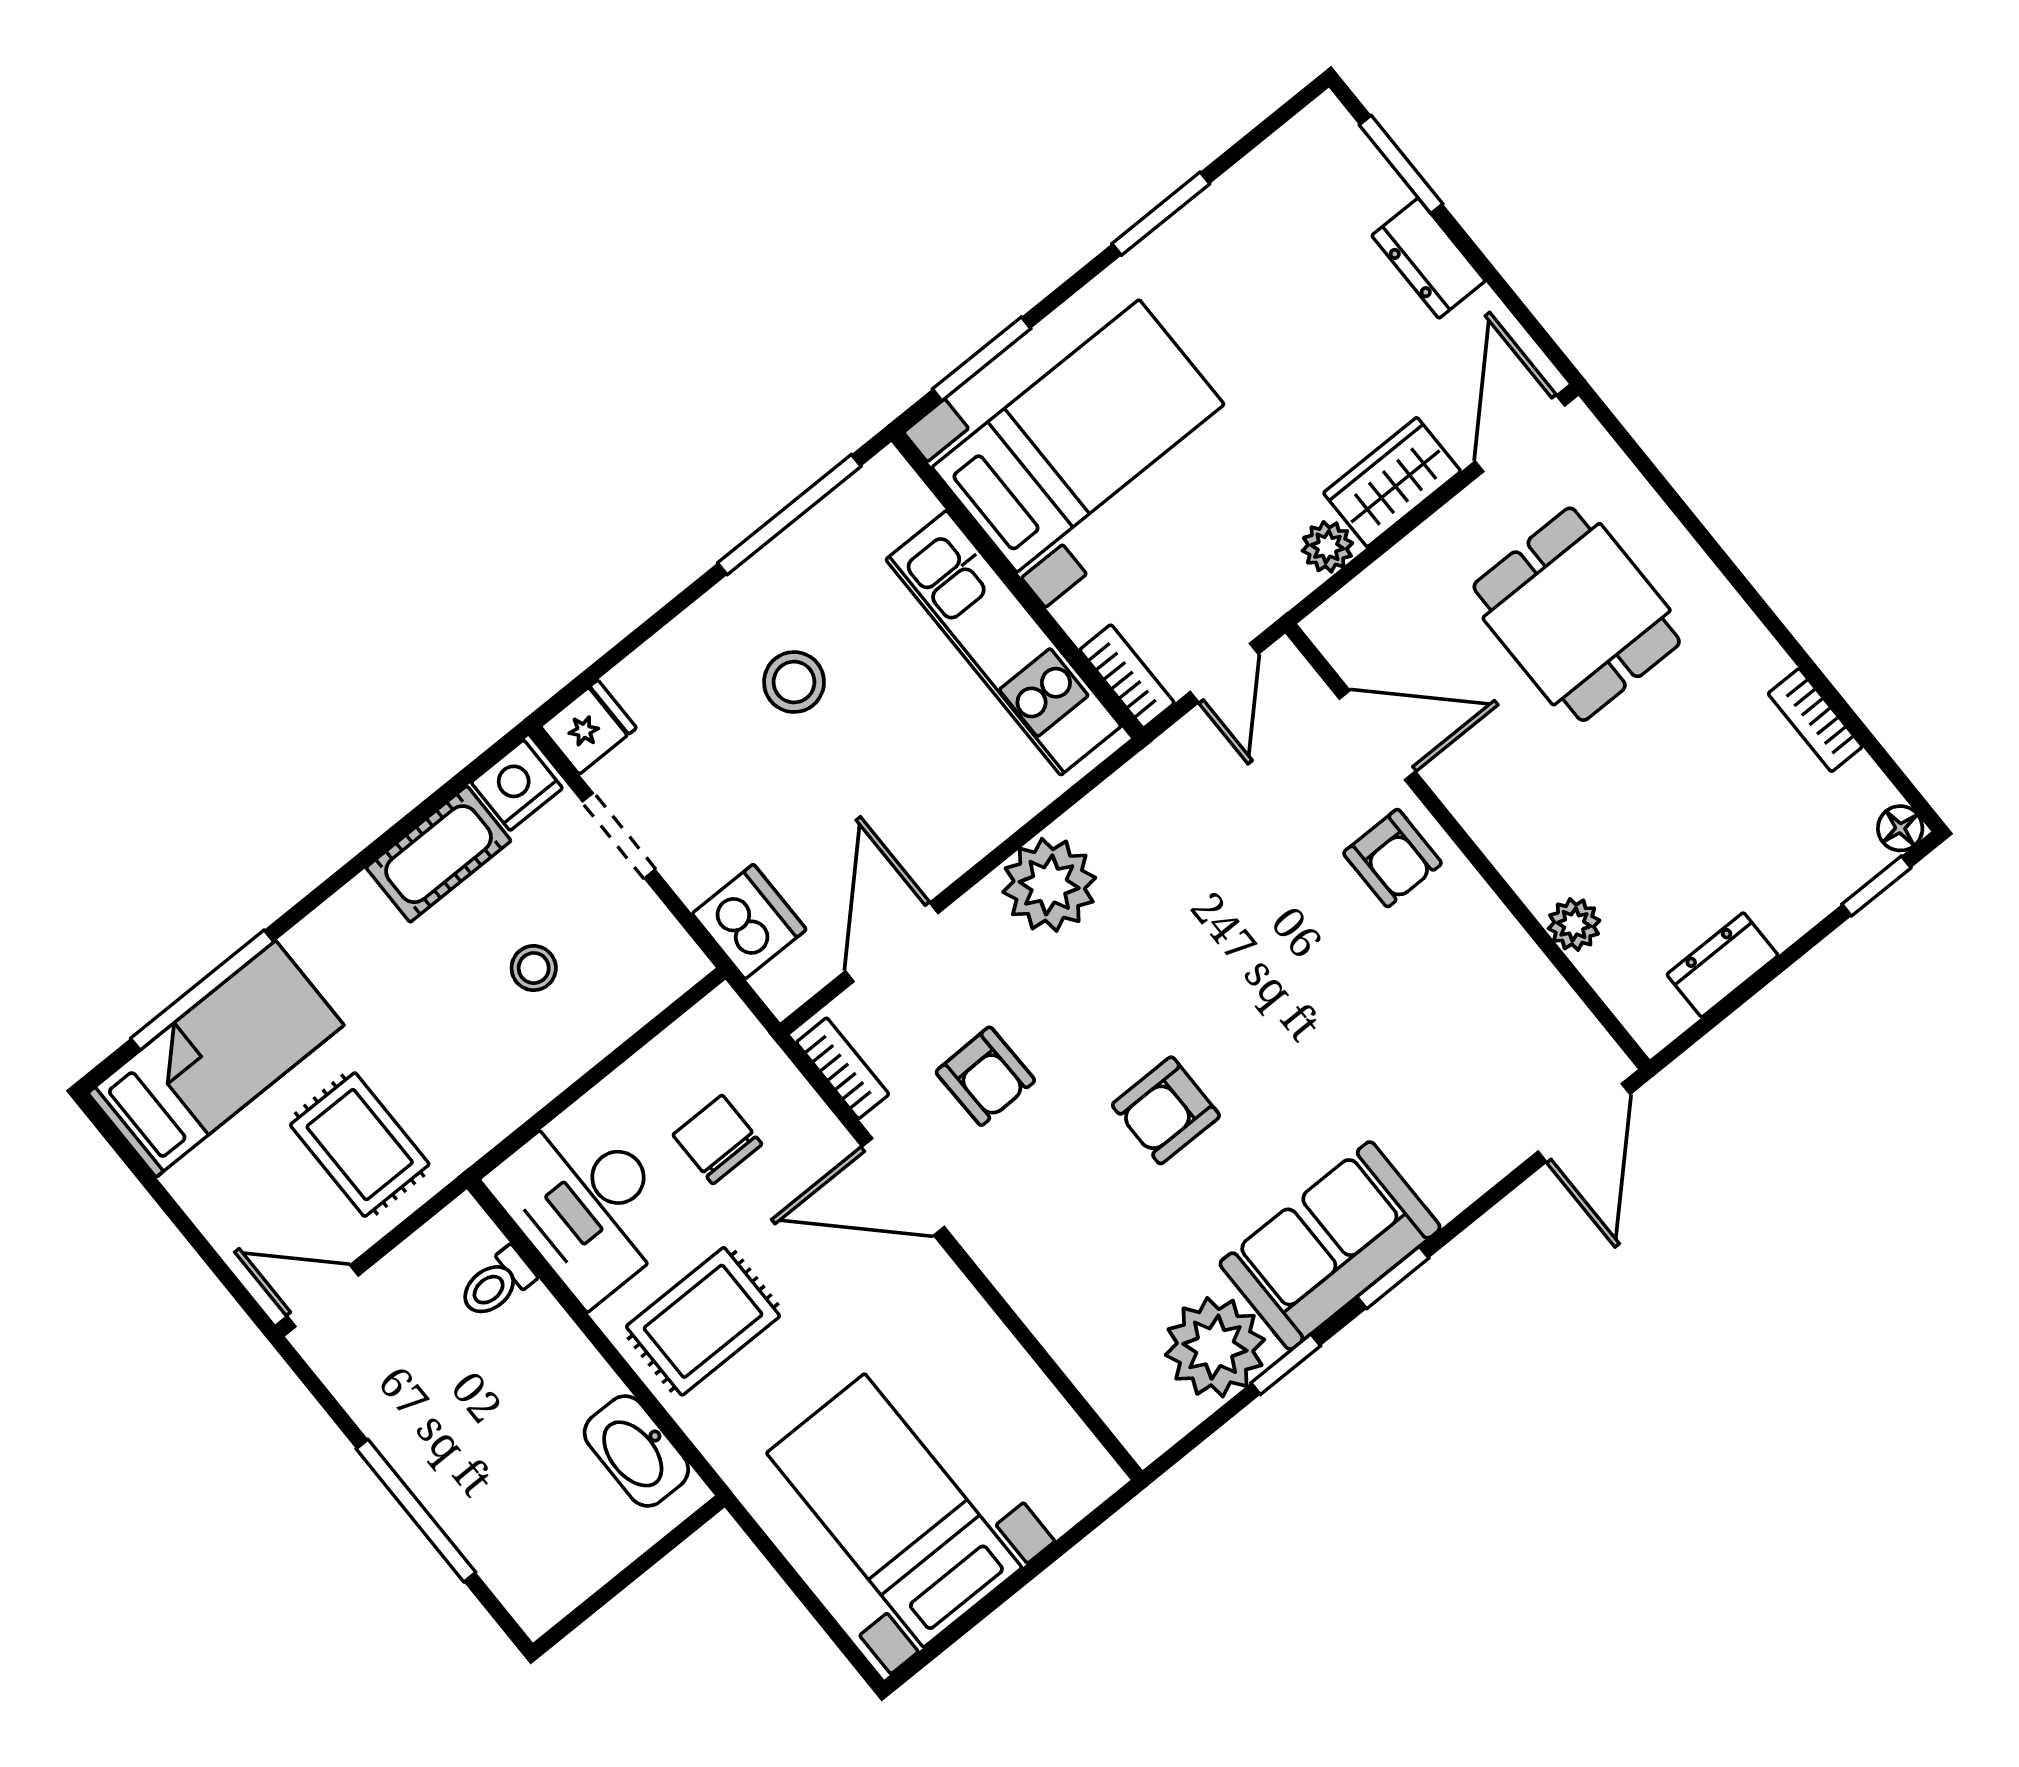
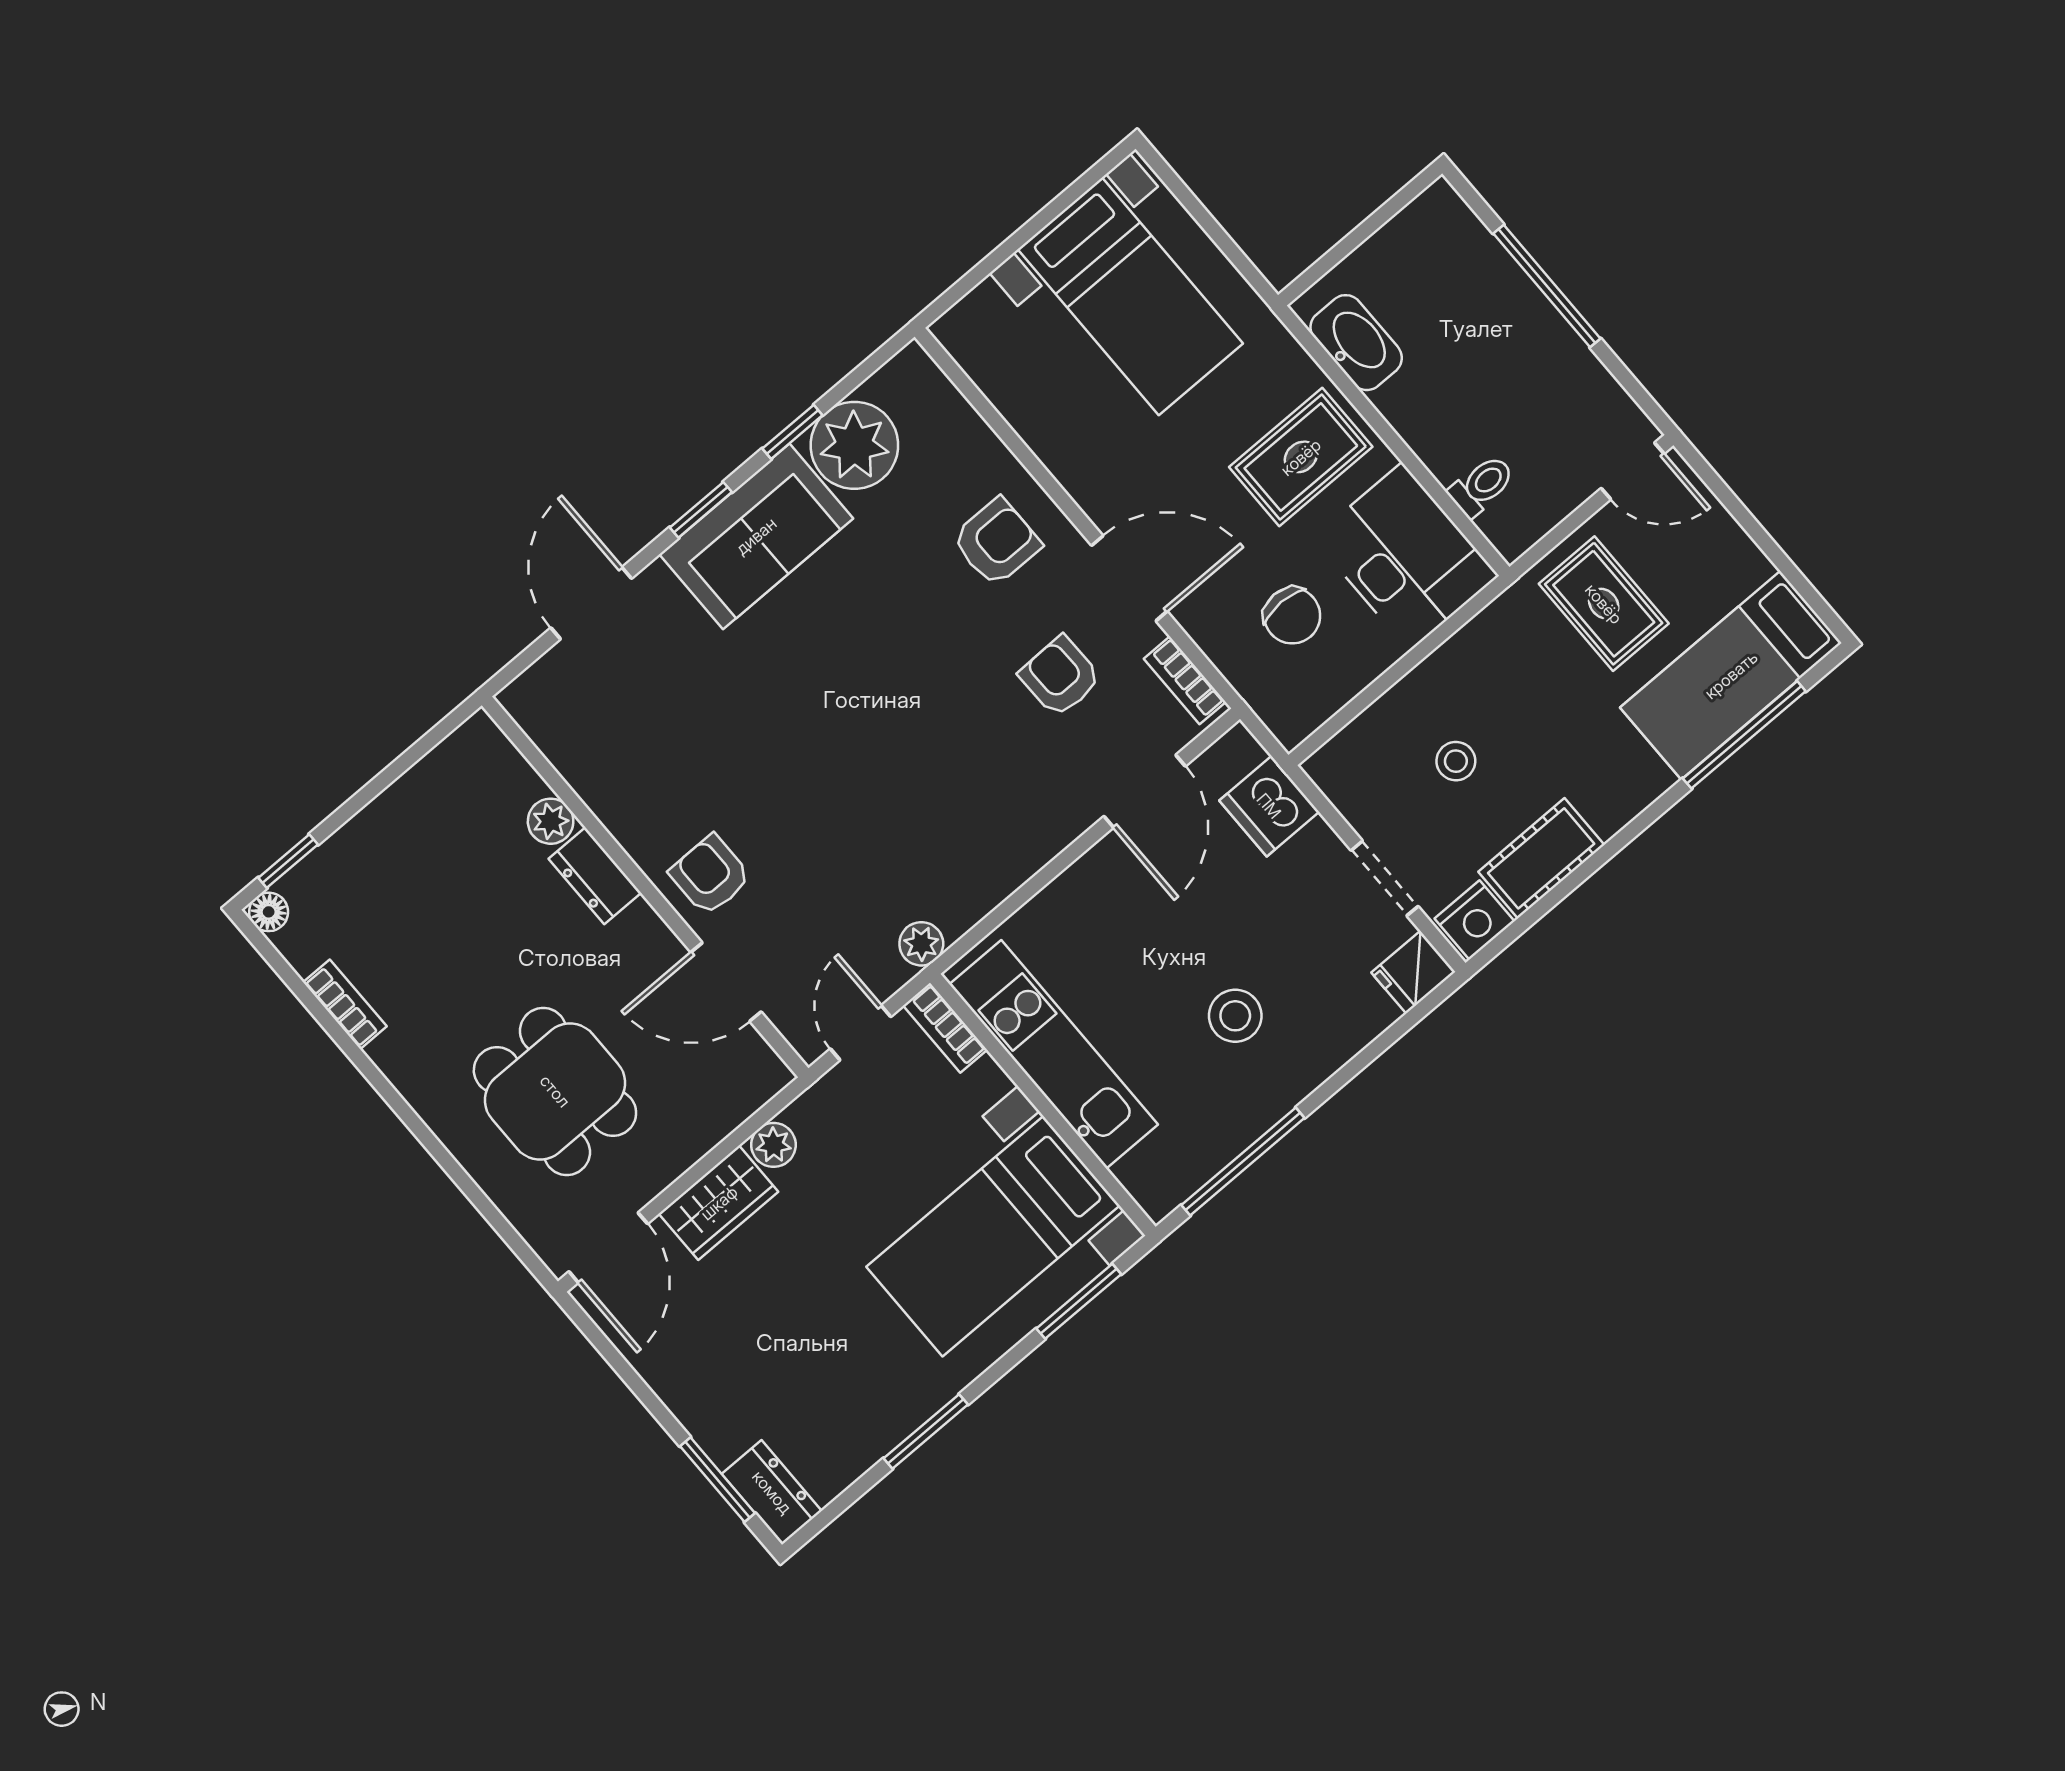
dresser: (1428, 258) -> (772, 1492), moved
plant: (1049, 885) -> (921, 944), moved, width x0.53, depth x0.53
dresser: (1723, 965) -> (595, 876), moved, turned 90
armchair: (1166, 1110) -> (996, 542), moved
door: (1584, 1123) -> (591, 603), moved

